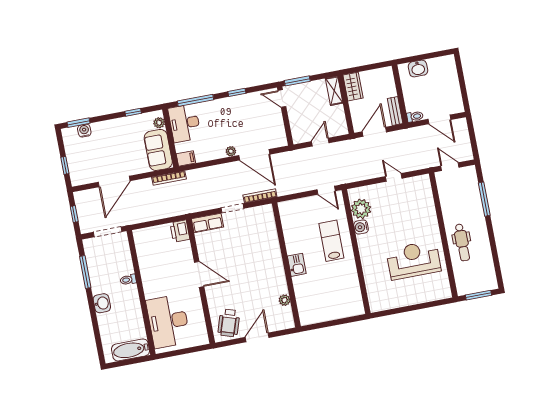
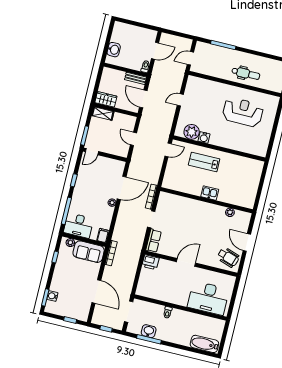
reception desk: (414, 260) -> (243, 112), turned 90
washbasin: (102, 303) -> (149, 331), moved
bathtub: (131, 350) -> (204, 344), moved, turned 90

